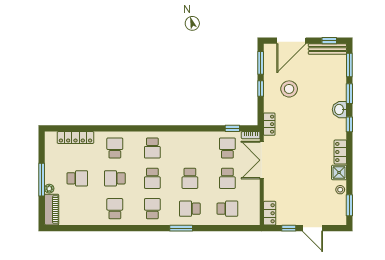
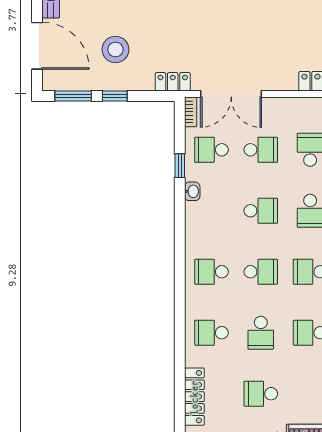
window: (232, 128) -> (180, 166), moved
washbasin: (202, 136) -> (192, 191), added
school desk: (152, 148) -> (211, 272), turned 180
school desk: (77, 178) -> (261, 394), turned -90

